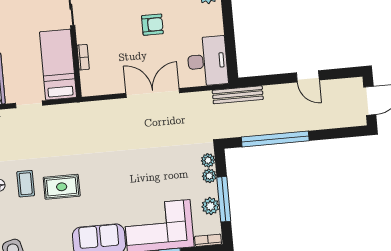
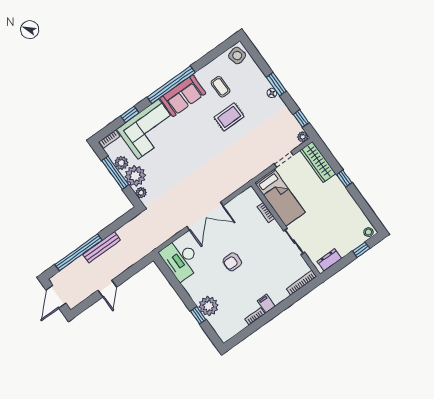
door: (308, 76) -> (107, 289), swing flipped
bench: (238, 95) -> (102, 247), moved
window: (275, 139) -> (78, 252), moved
plant: (209, 176) -> (135, 176), width x1.87, depth x1.87
coffee table: (26, 184) -> (220, 87), moved

